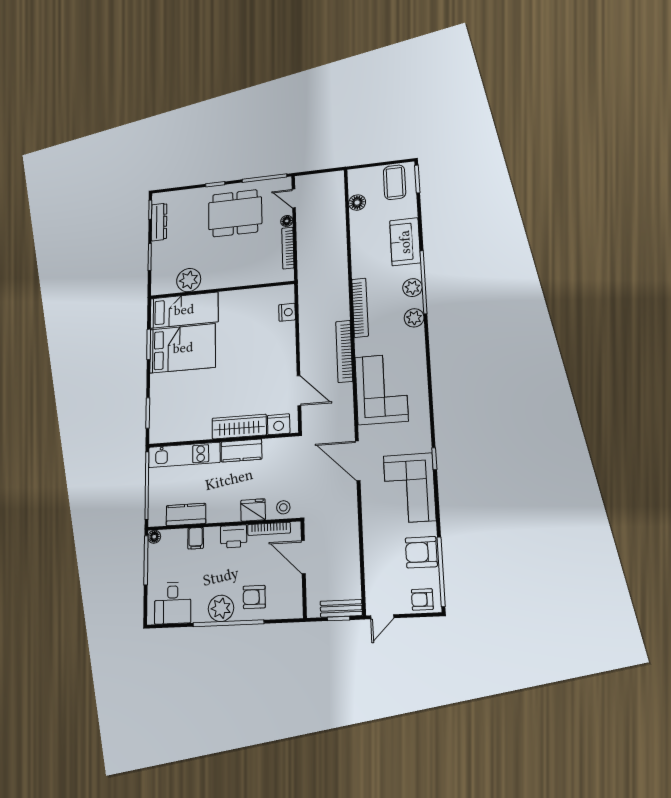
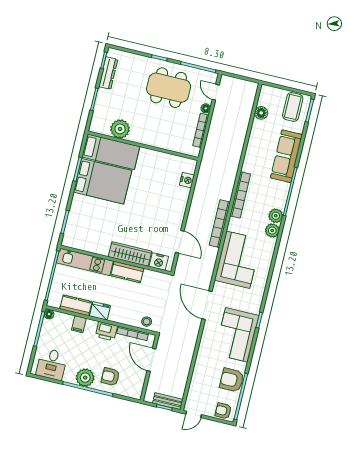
sofa: (405, 242) -> (286, 156), width x1.36
plant: (412, 288) -> (272, 231), moved
fridge: (253, 510) -> (100, 311), moved

